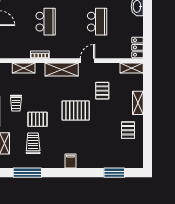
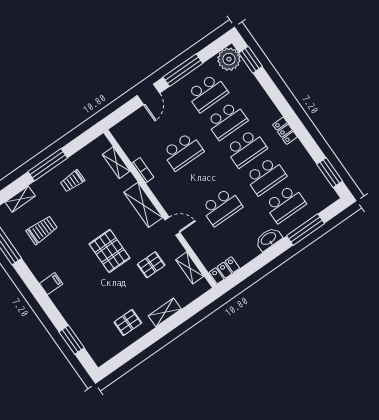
shelving: (132, 68) -> (190, 268), moved
pallet: (38, 119) -> (71, 217), removed

